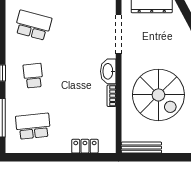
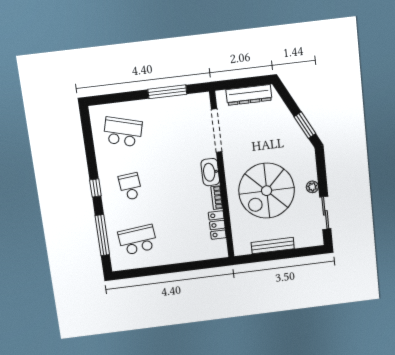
spiral stairs: (158, 95) -> (267, 191), turned 90
locker: (85, 146) -> (217, 225), moved, turned -90
bench: (141, 148) -> (273, 246), moved

